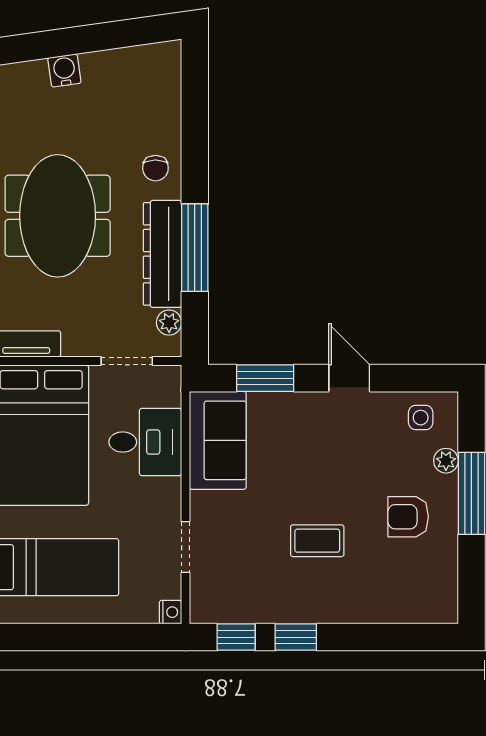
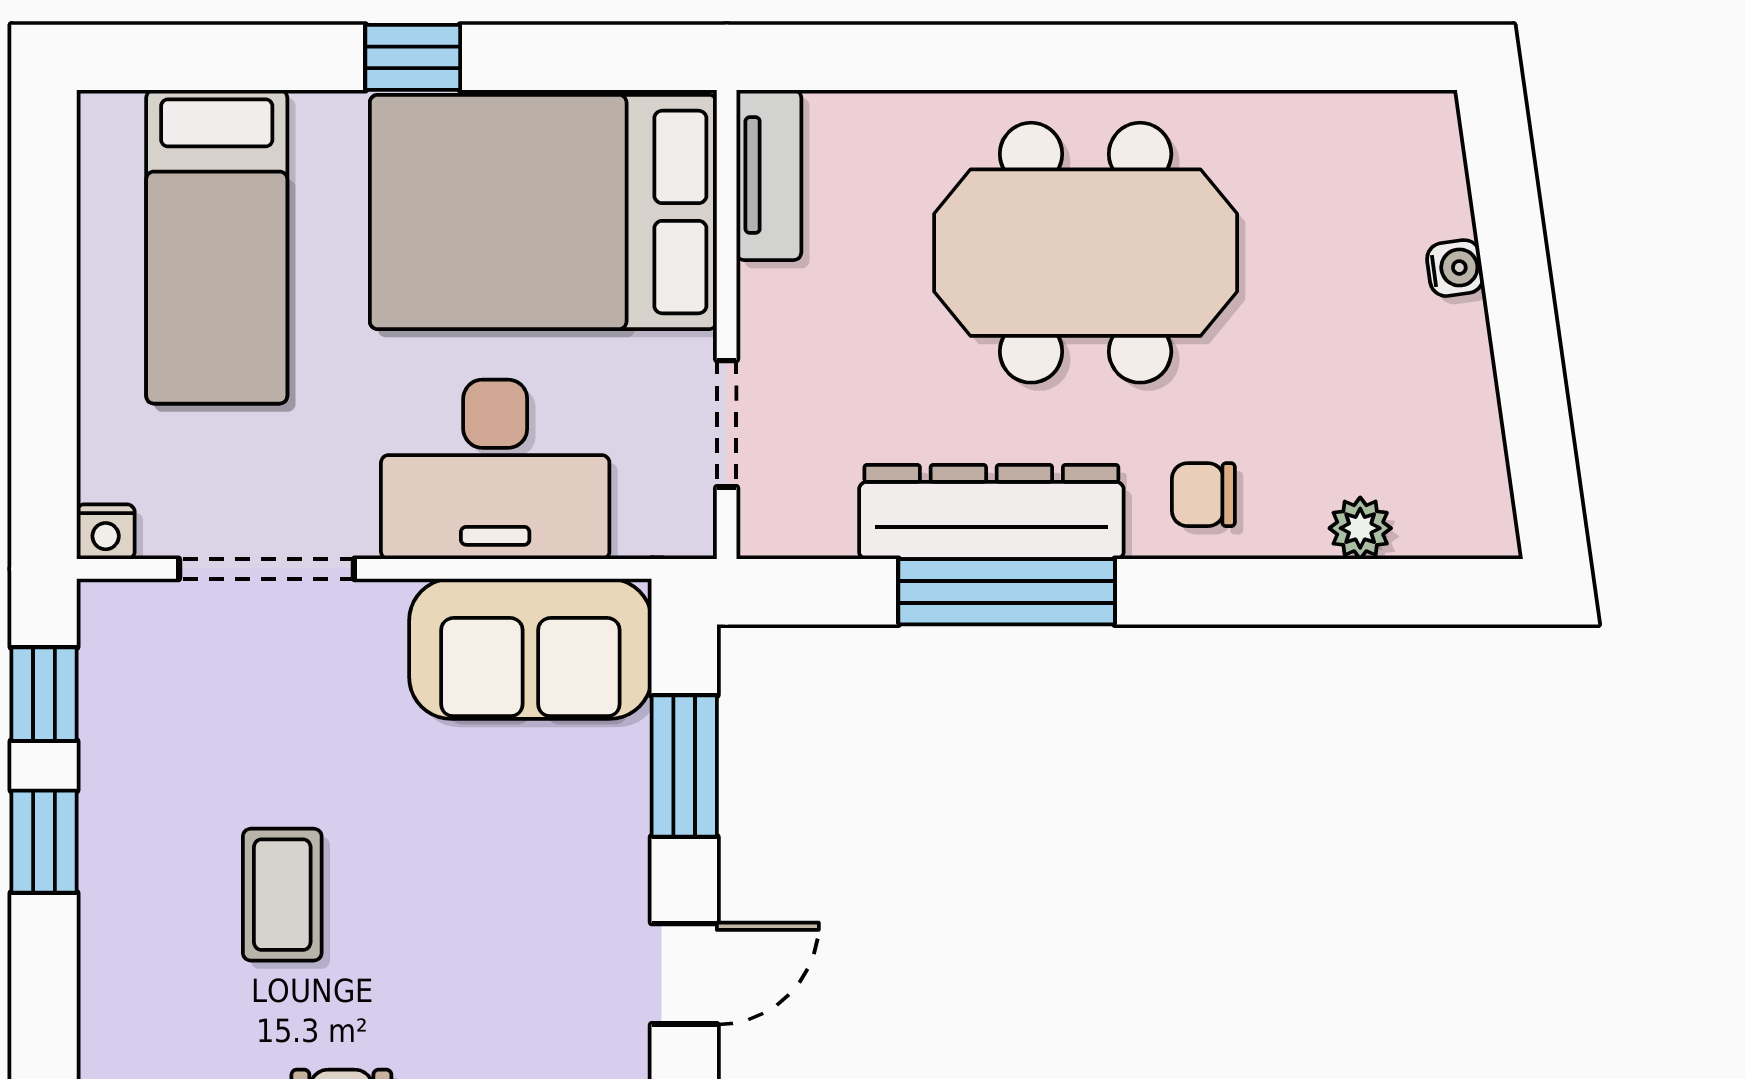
water cooler: (64, 70) -> (1455, 268), width x0.72, depth x0.72
plant: (169, 323) -> (1360, 528), moved
desk: (145, 442) -> (495, 469), width x1.37
doorway: (186, 547) -> (266, 569), width x1.38

